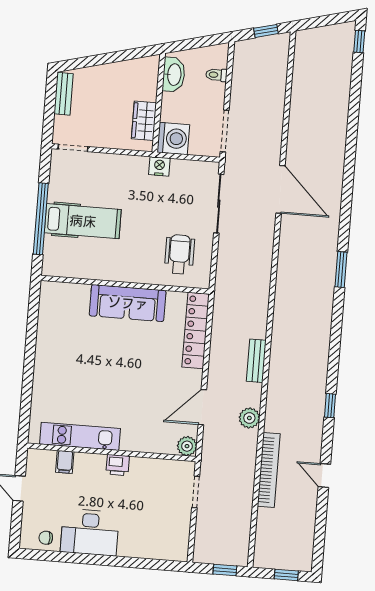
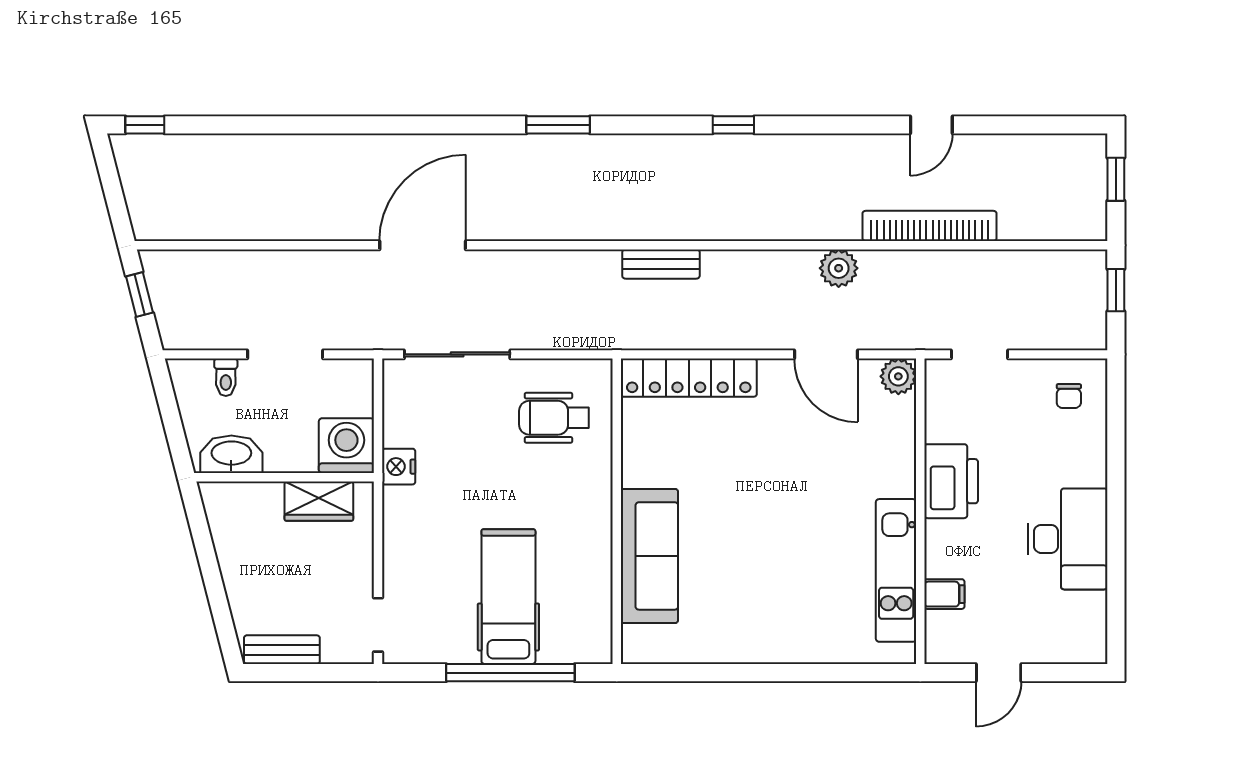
doorway: (225, 131) -> (285, 354), moved
sofa: (128, 303) -> (649, 556), moved
bench: (256, 361) -> (661, 264), moved
window: (330, 406) -> (733, 125), moved
printer: (118, 465) -> (951, 481), width x1.87, depth x1.48
chair: (46, 538) -> (1069, 396), moved

